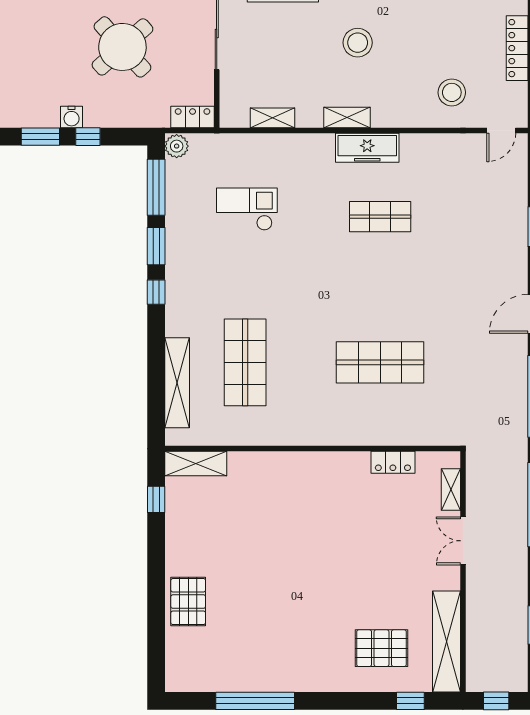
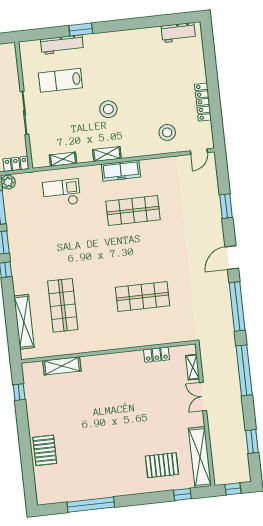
checkout: (247, 209) -> (62, 193), moved
shop shelf: (380, 217) -> (133, 210), width x1.43, depth x1.36
shelving: (196, 464) -> (62, 366), moved

